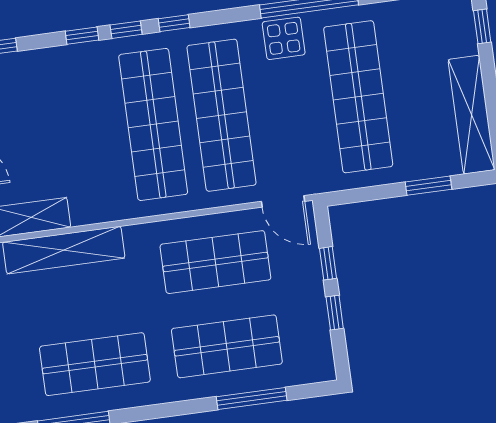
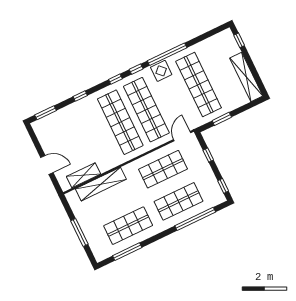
window: (126, 30) -> (136, 69), moved
window: (429, 186) -> (222, 119), moved
door: (283, 201) -> (182, 136), swing flipped
window: (335, 313) -> (223, 186), moved
window: (252, 398) -> (195, 219), width x1.46

